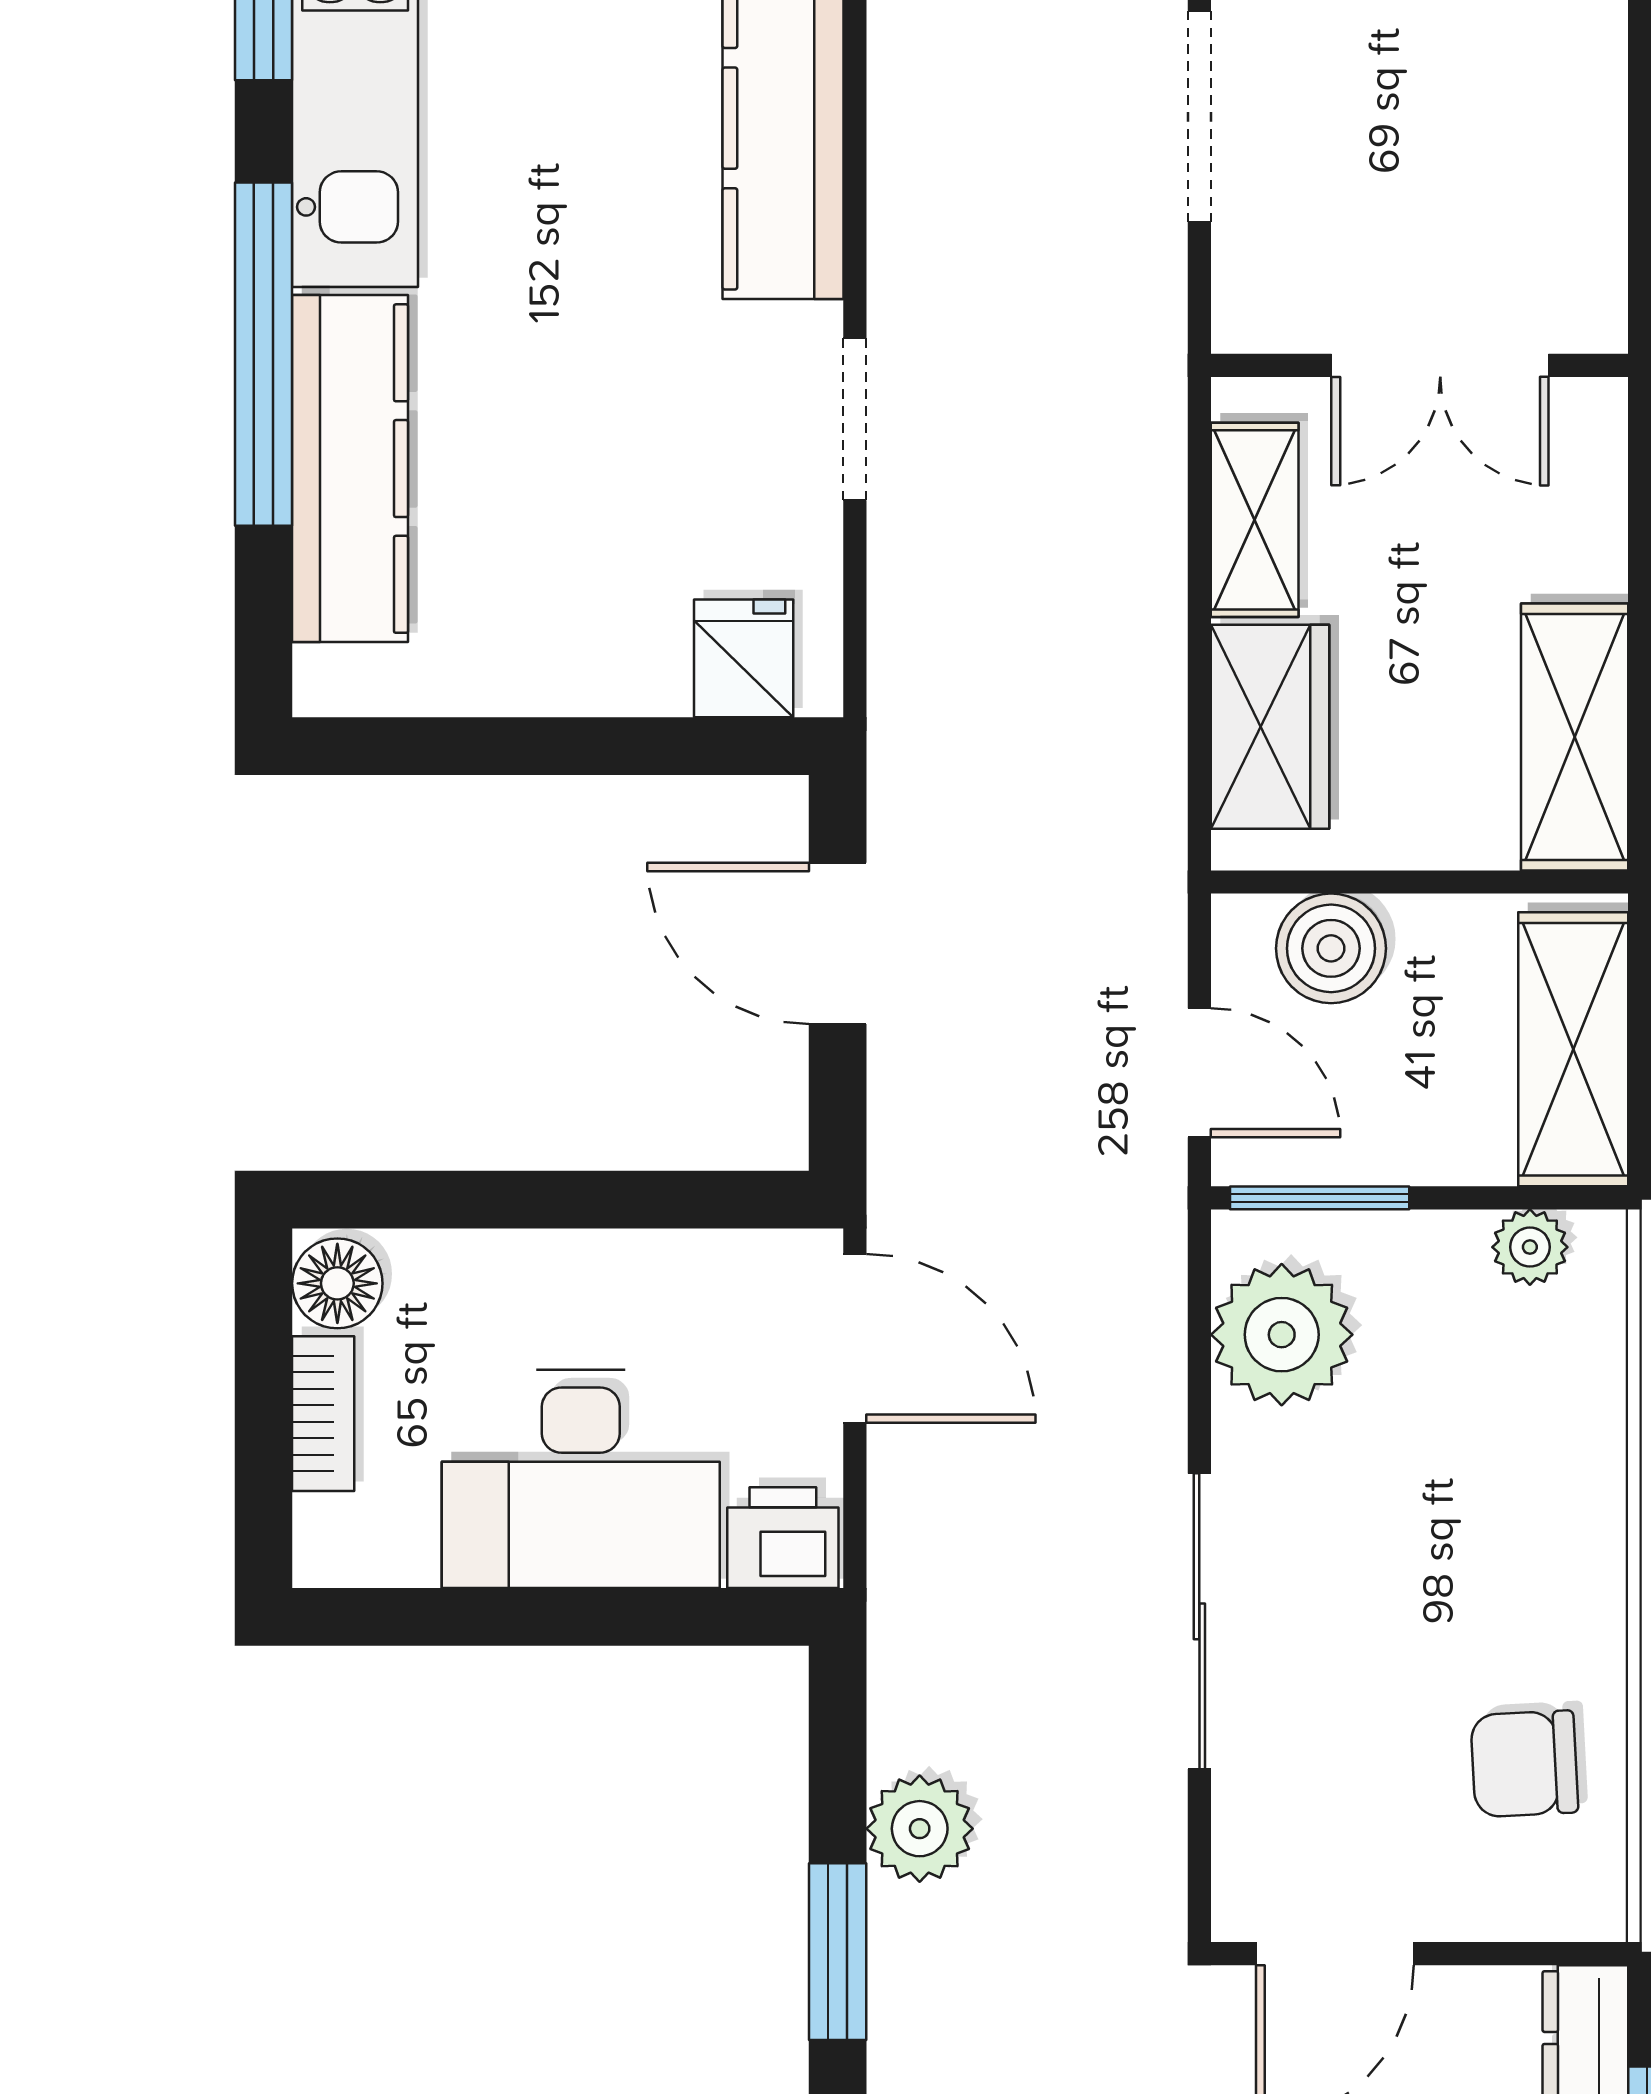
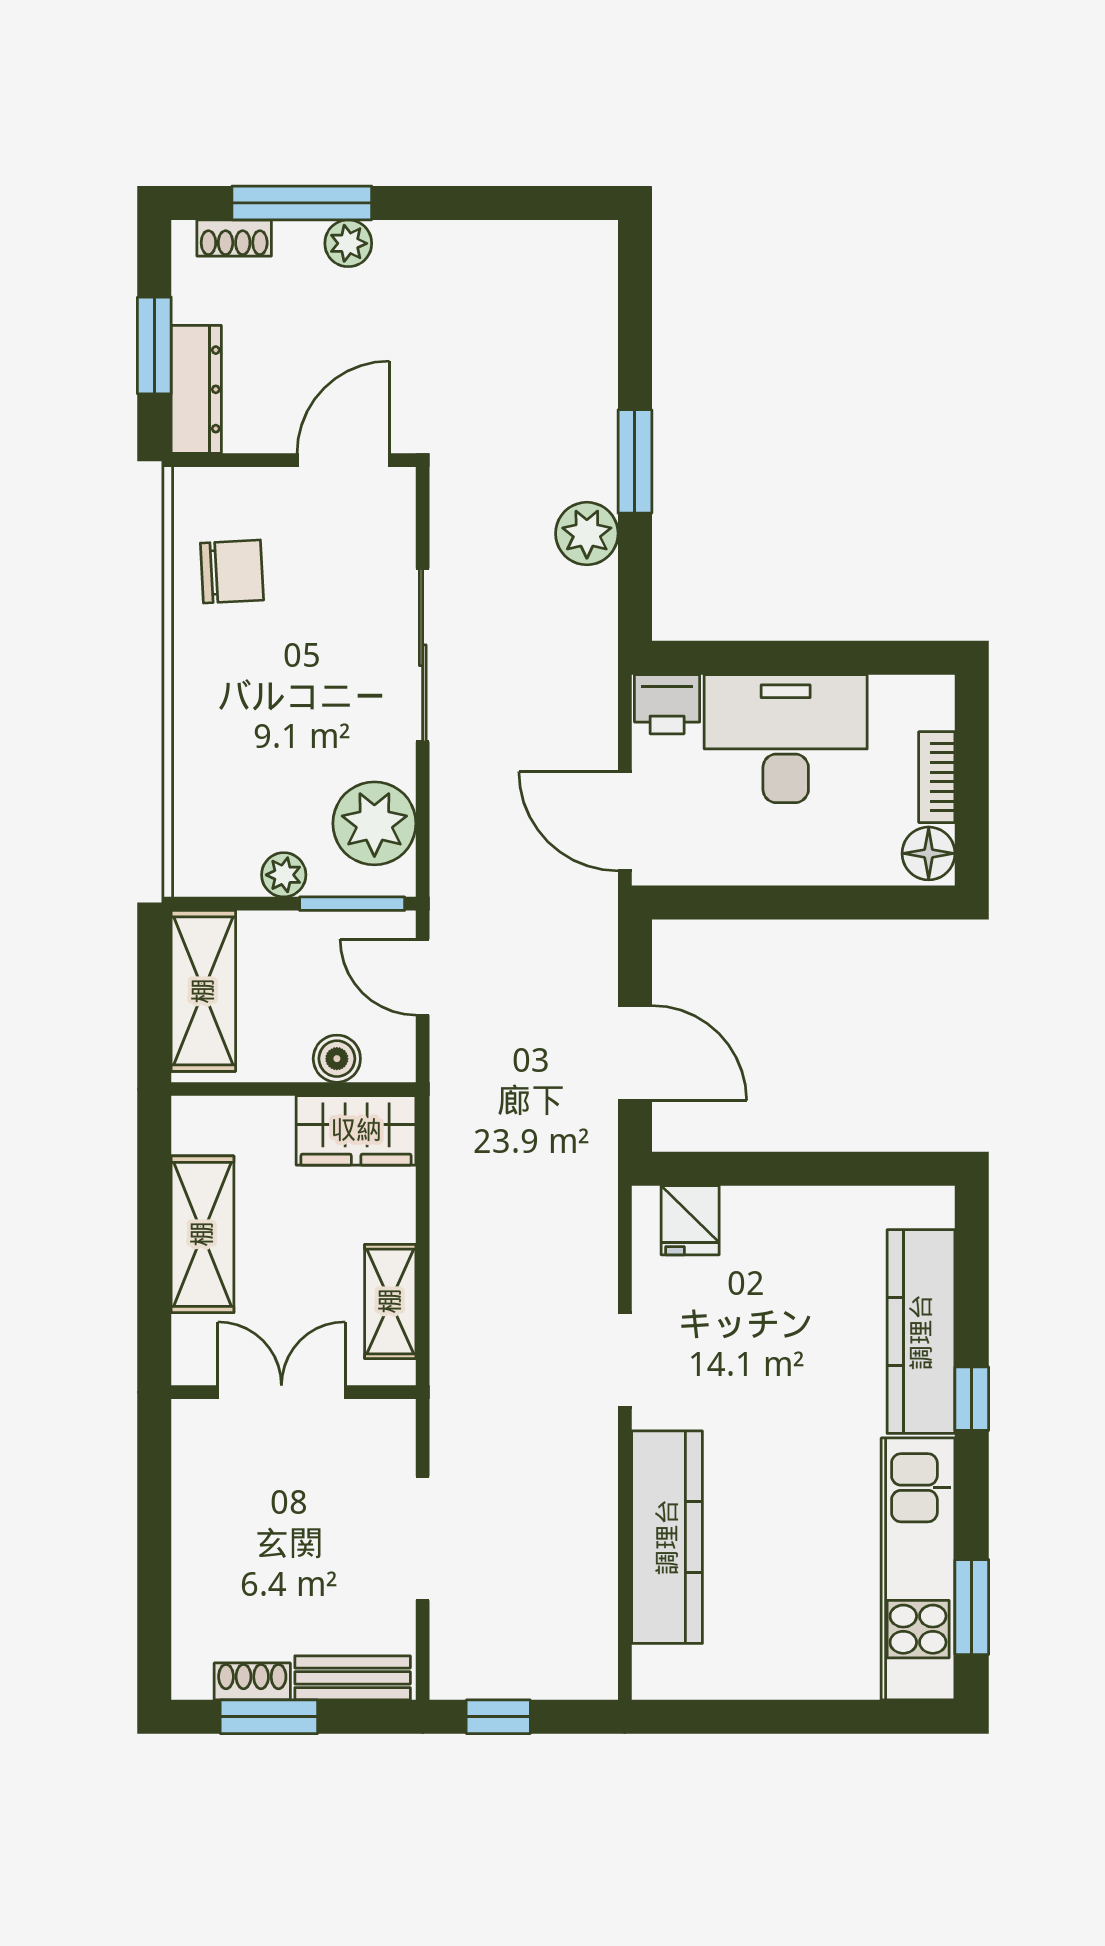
window: (263, 354) -> (972, 1399), width x0.32
wardrobe: (1270, 727) -> (356, 1130), moved, turned -90
shelving: (1575, 737) -> (202, 1234), moved
boiler: (1331, 948) -> (337, 1059), width x0.73, depth x0.73
plant: (1530, 1247) -> (284, 875), moved

